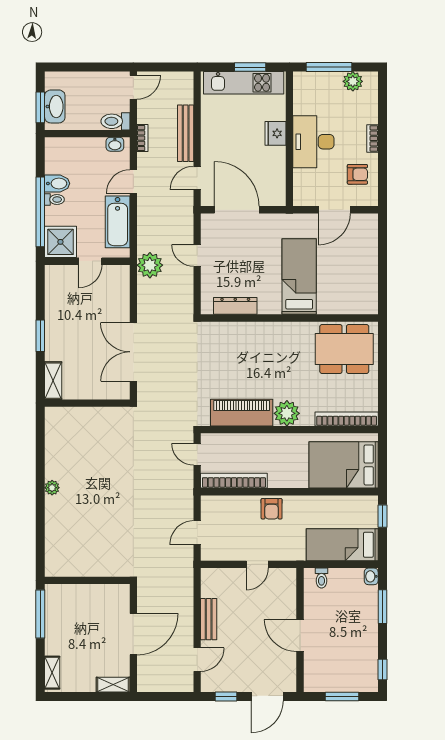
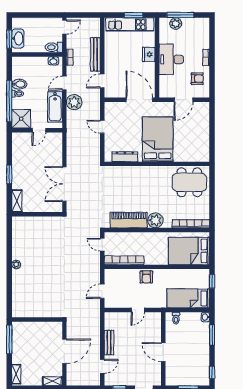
plant: (353, 81) -> (176, 24), moved
door: (237, 210) -> (139, 100), moved
plant: (150, 265) -> (74, 102), moved
bed: (299, 277) -> (158, 139), width x1.50

